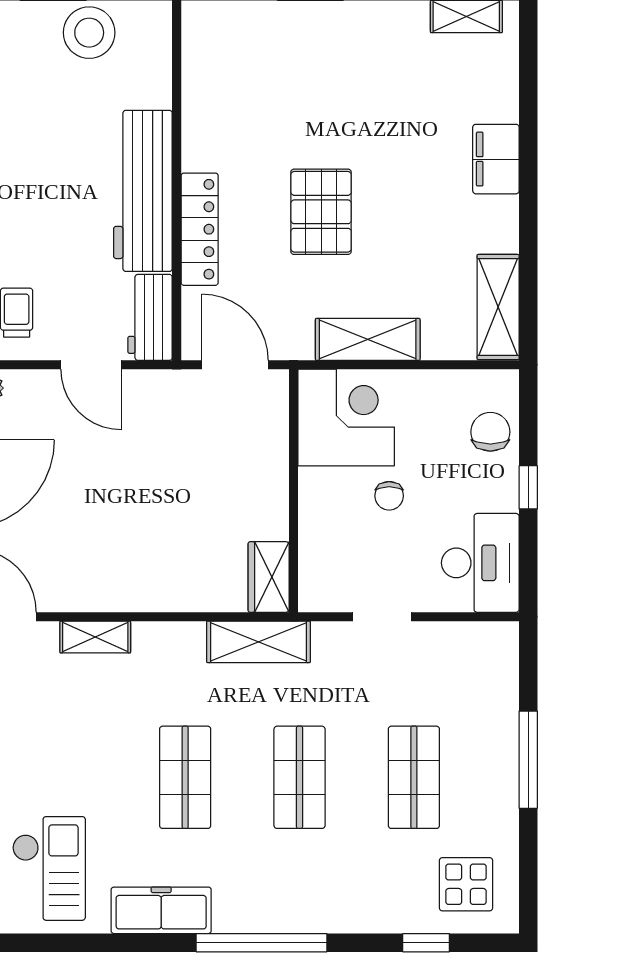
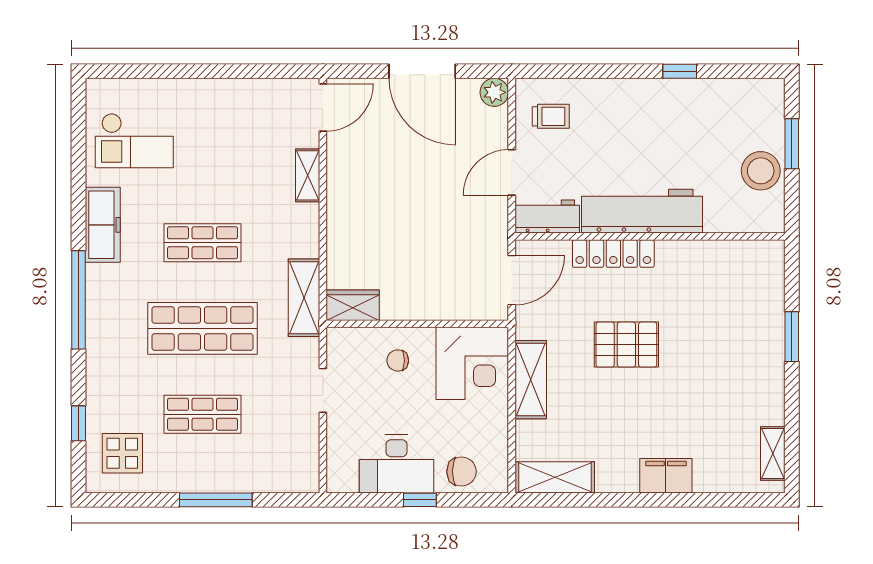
chair: (389, 496) -> (398, 360), moved
desk: (480, 563) -> (397, 464), moved
shop shelf: (300, 777) -> (202, 328), width x1.43, depth x1.36

